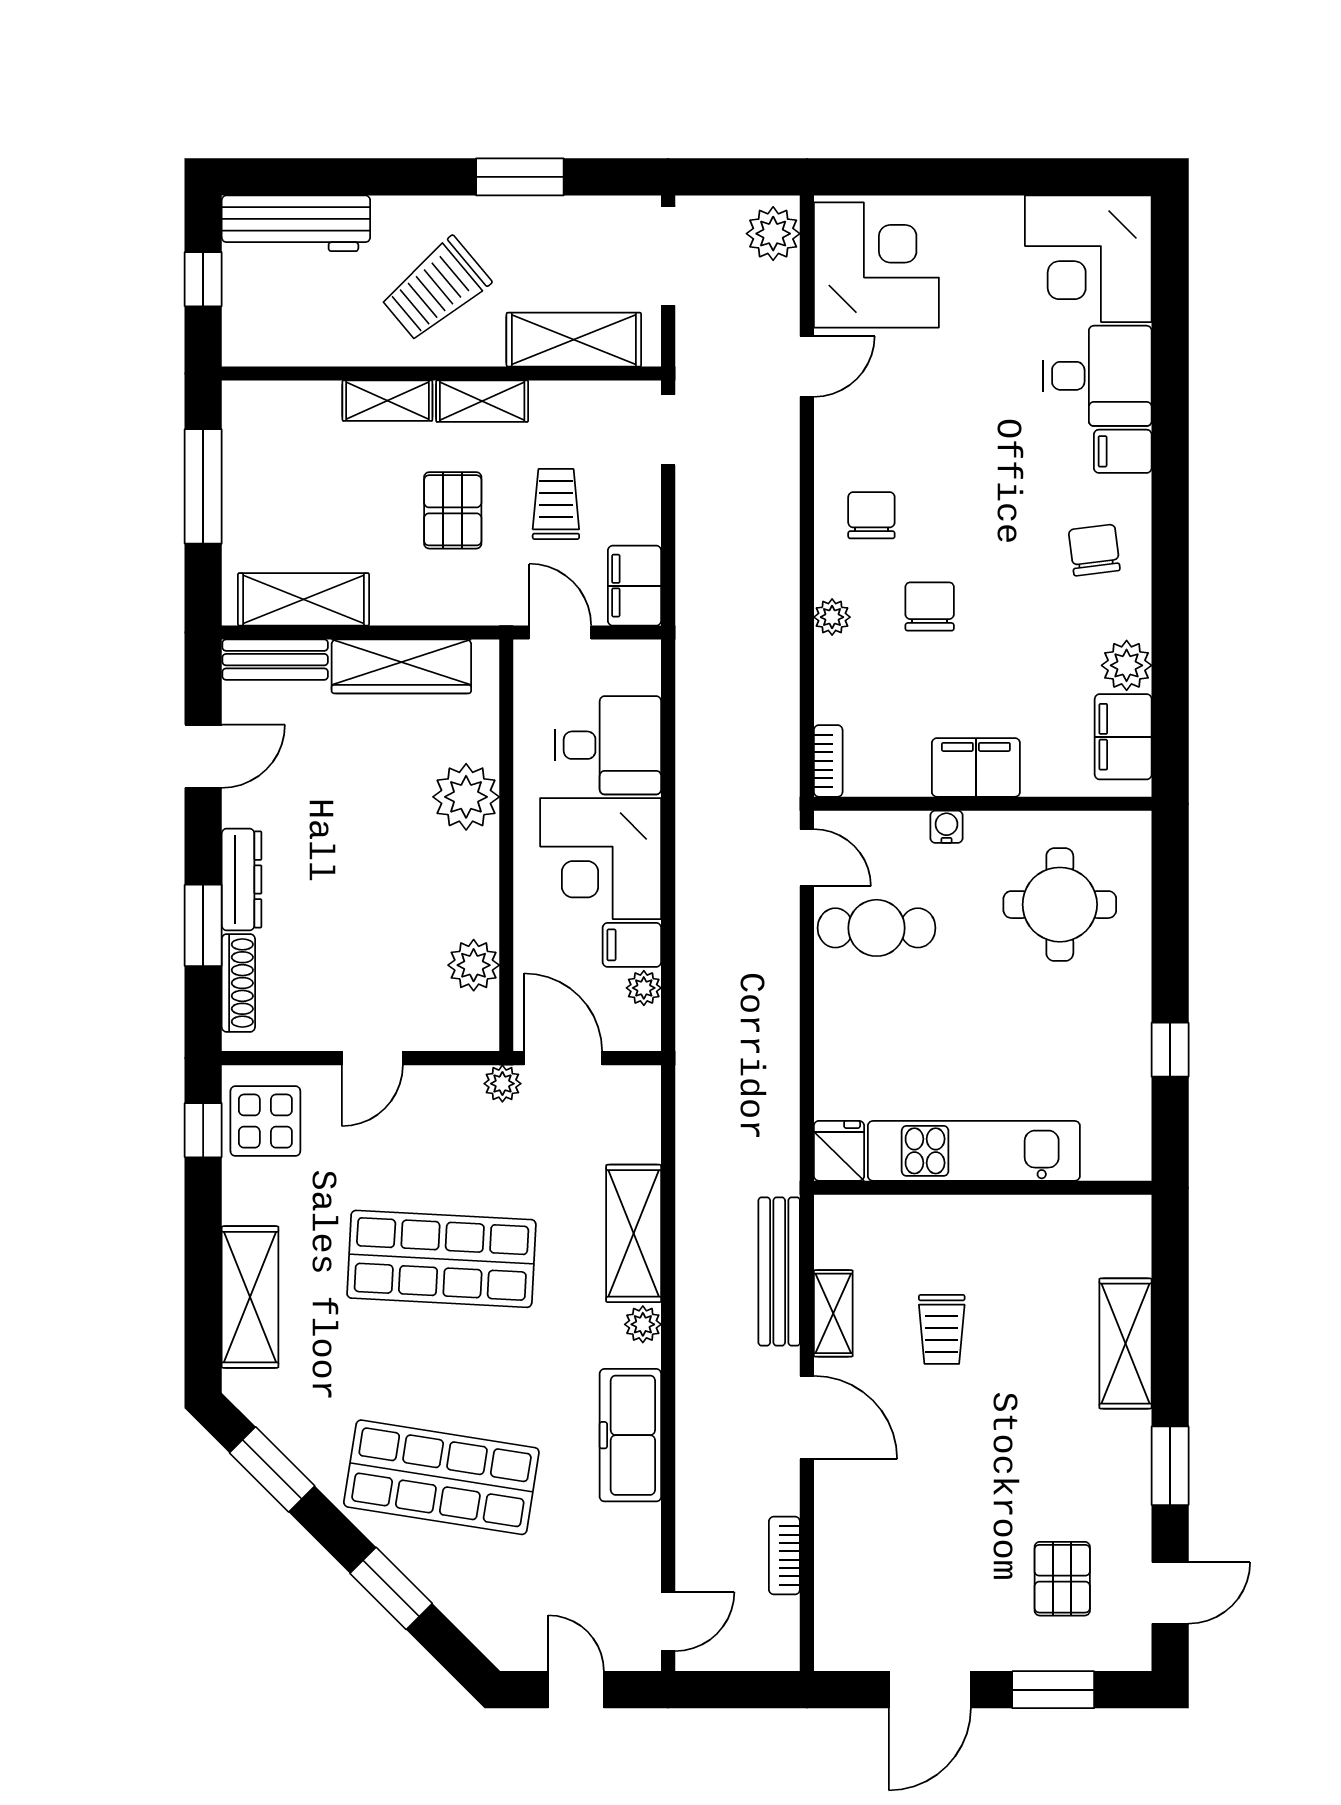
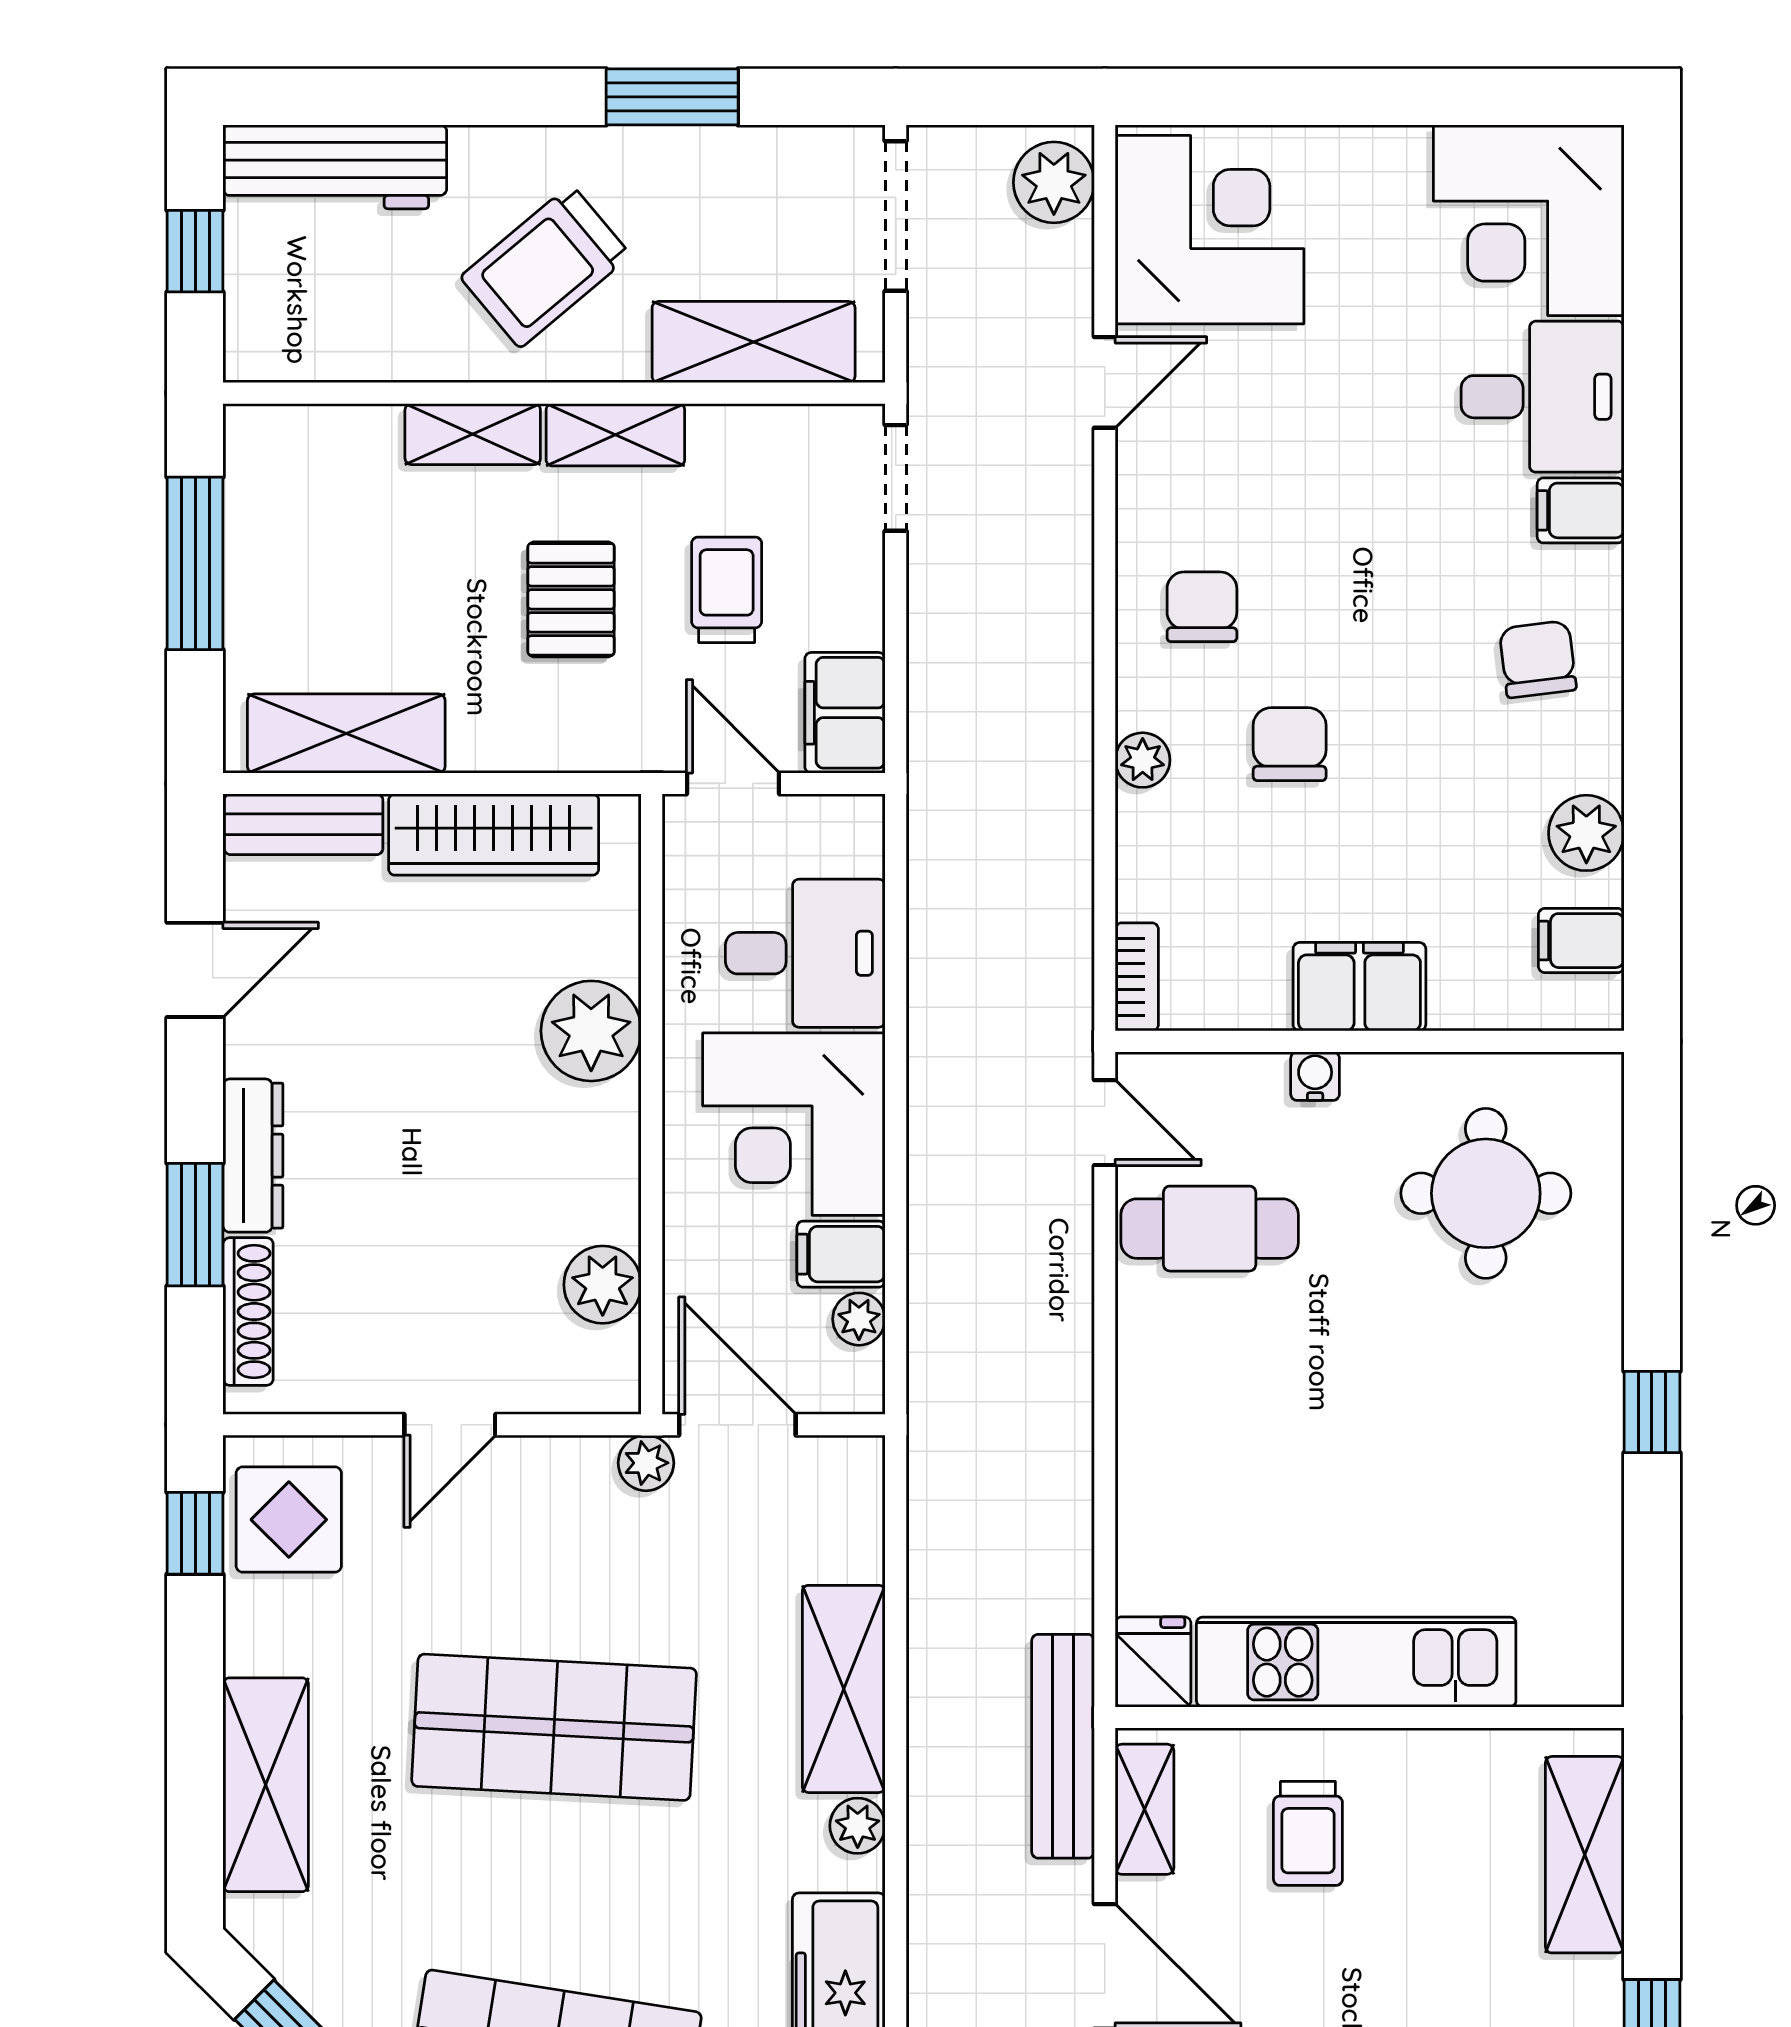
filing cabinet: (1123, 737) -> (1581, 941), width x0.50
fridge: (839, 1151) -> (1153, 1662), moved
kitchen unit: (974, 1151) -> (1356, 1662), moved
wall: (983, 1188) -> (1370, 1718), moved

